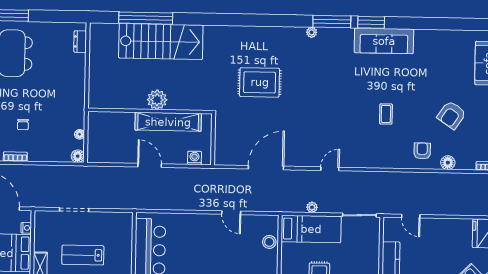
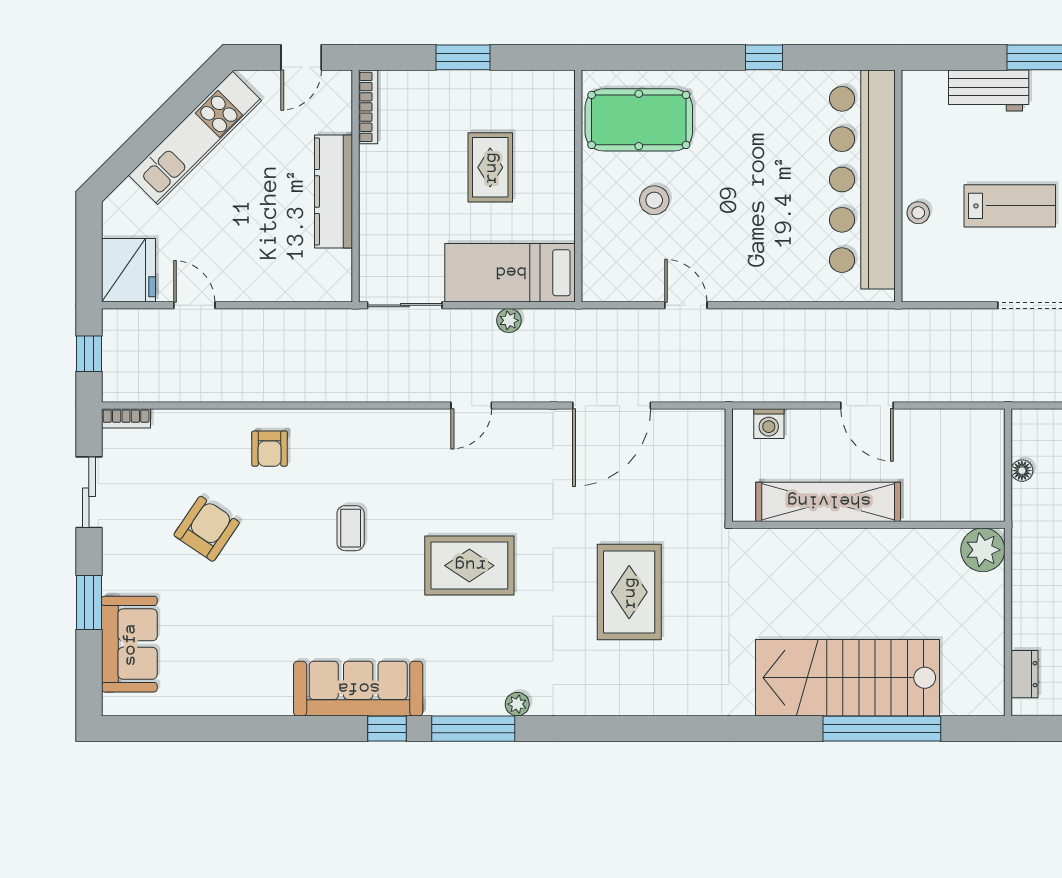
window: (371, 22) -> (387, 729), width x0.67
rug: (260, 82) -> (629, 592), turned 90
rug: (332, 96) -> (469, 566), added
plant: (157, 100) -> (983, 550), moved
floor lamp: (78, 156) -> (1025, 423), removed
floor lamp: (448, 163) -> (213, 424), removed
door: (411, 216) -> (194, 305), moved
stool: (269, 242) -> (654, 200), moved
stool: (125, 253) -> (918, 213), added

